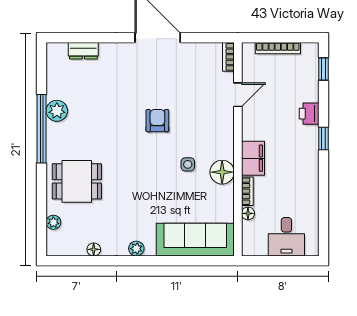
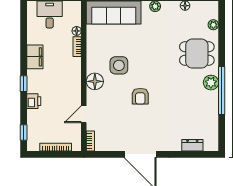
plant: (57, 111) -> (211, 83), moved
filing cabinet: (253, 158) -> (35, 57), moved, turned 180
side table: (188, 164) -> (119, 65), width x1.87, depth x1.87
floor lamp: (222, 172) -> (95, 81), moved

